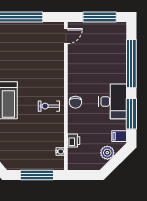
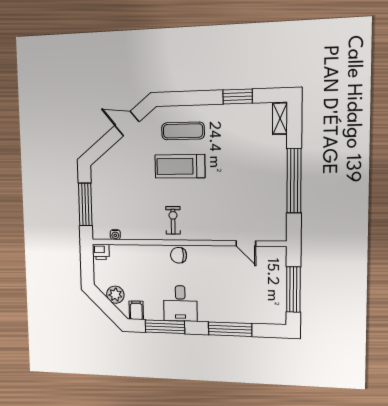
door: (66, 36) -> (246, 243), moved
window: (131, 64) -> (230, 329), width x0.68
desk: (113, 101) -> (180, 303), width x0.73
printer: (74, 141) -> (101, 252), moved

